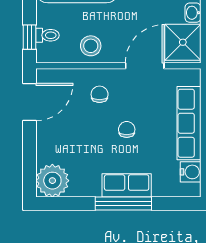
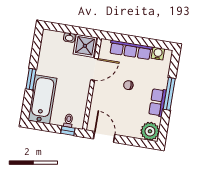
stool: (91, 46) -> (78, 98), removed
door: (145, 66) -> (94, 69), swing flipped
chair: (100, 94) -> (106, 97), removed
row of seats: (127, 185) -> (157, 102), moved

